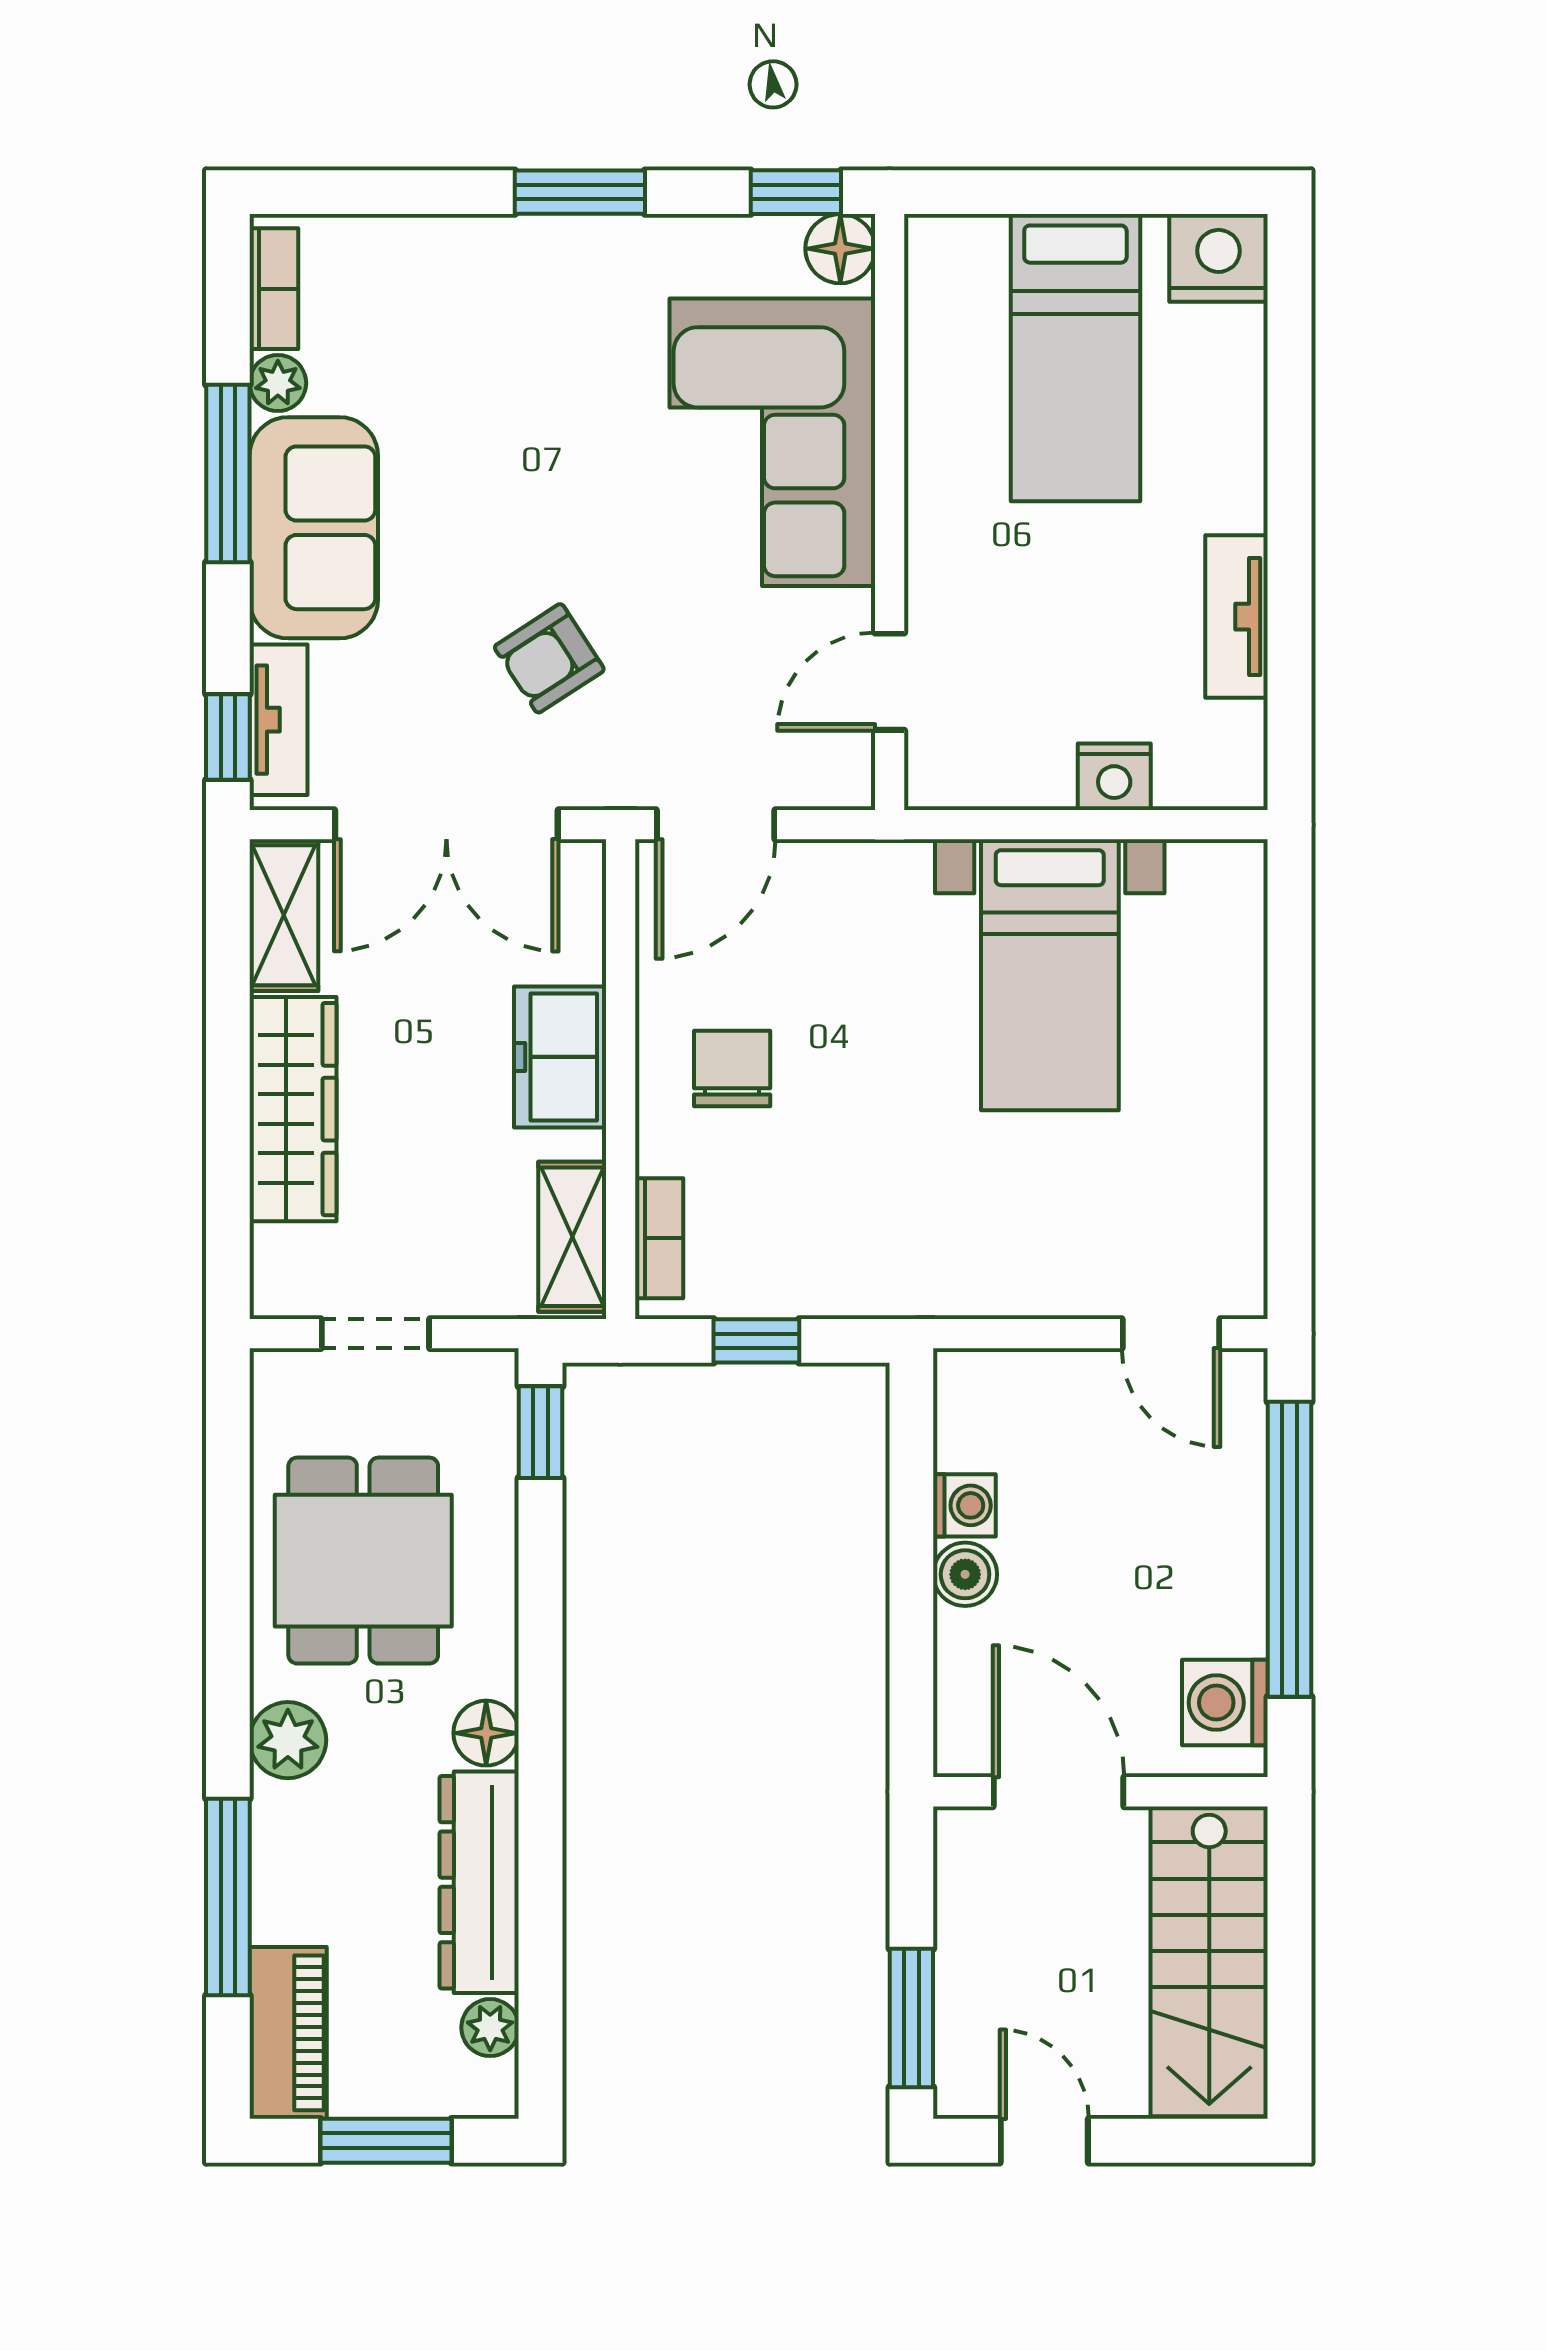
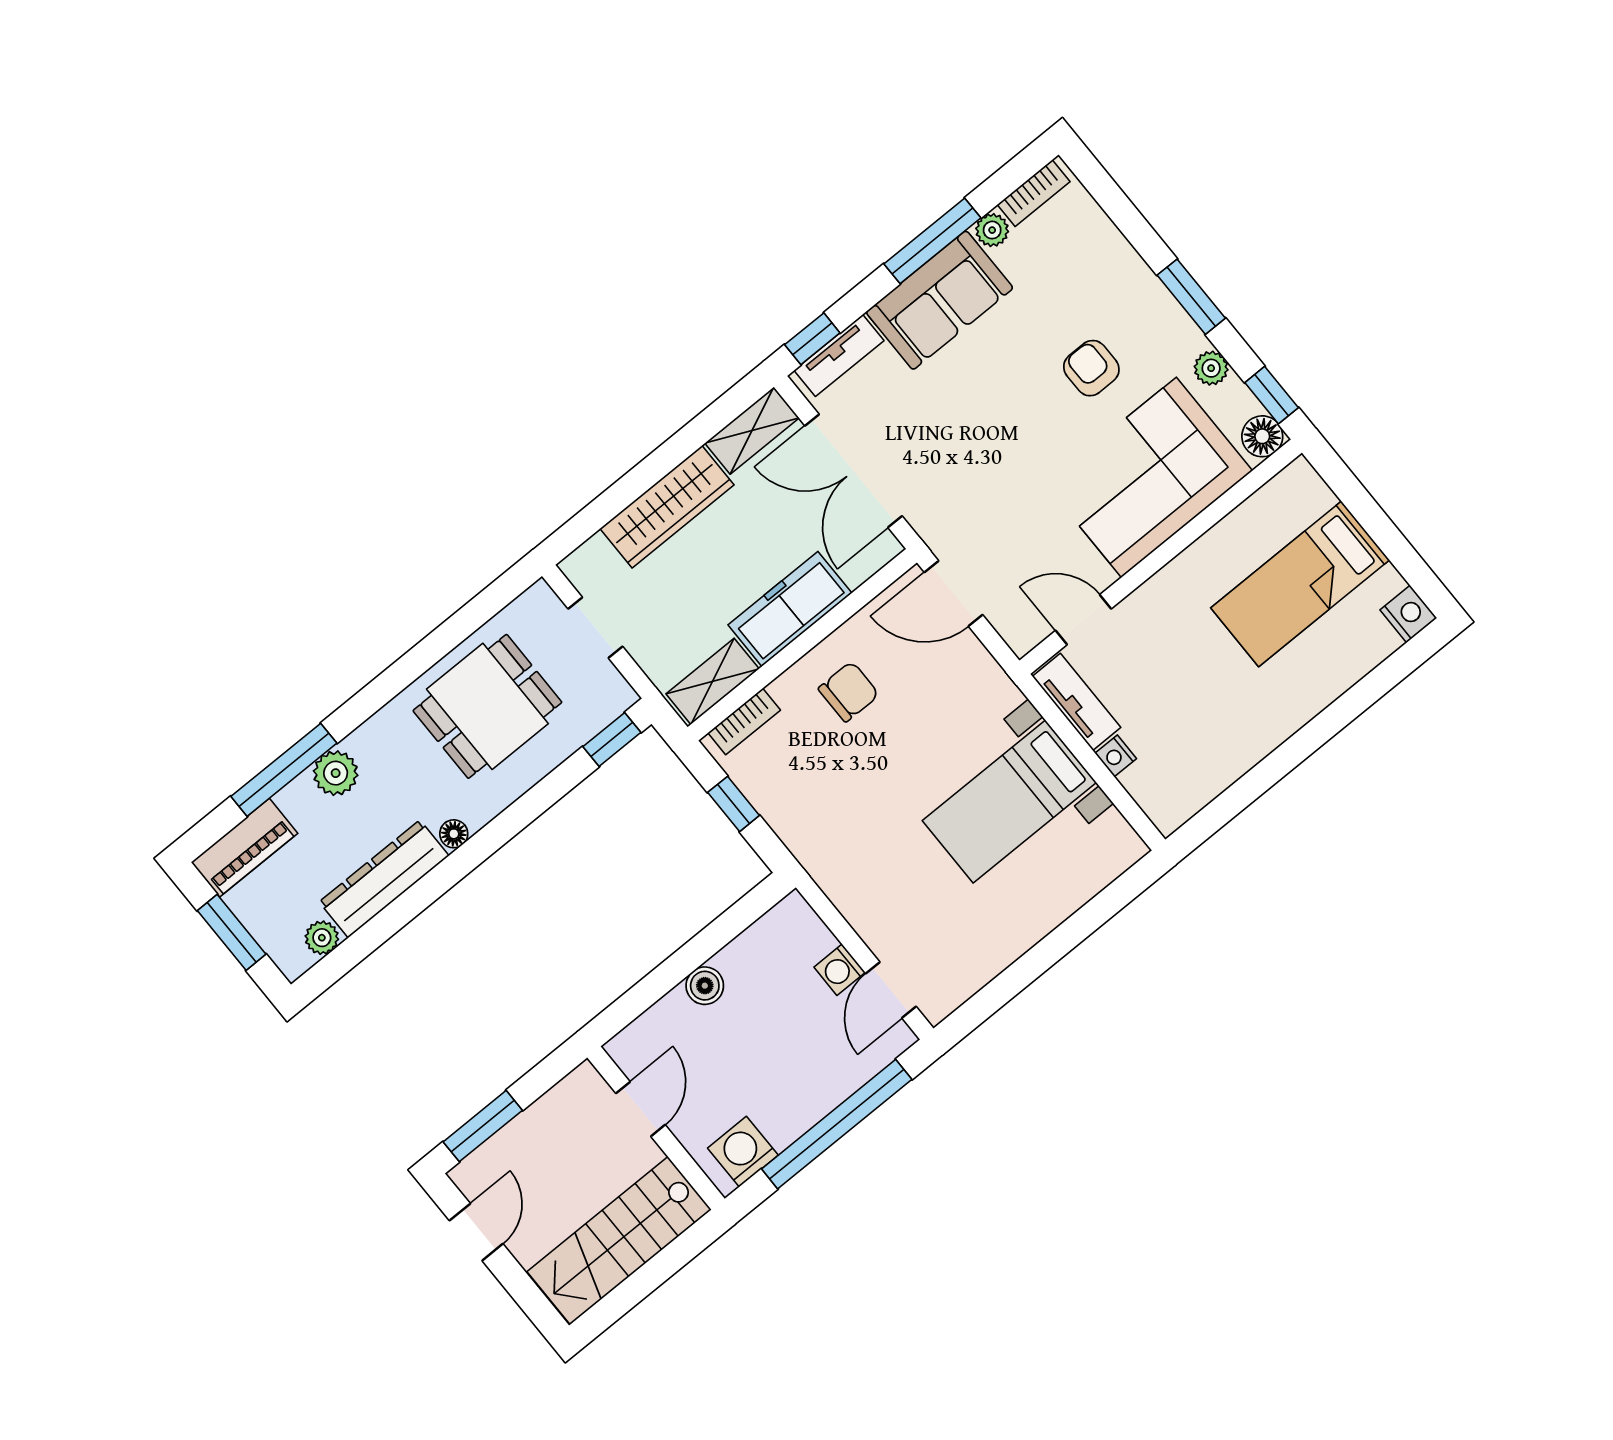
plant: (695, 243) -> (1211, 368), added
nightstand: (1219, 258) -> (1408, 614), width x0.74, depth x0.75
tv unit: (1237, 617) -> (1077, 702), moved, turned 90
armchair: (549, 658) -> (1091, 368), moved, turned 33
nightstand: (1114, 777) -> (1116, 756), width x0.72, depth x0.74
freezer: (560, 1057) -> (790, 609), width x1.40
washing machine: (964, 1505) -> (840, 970), moved, turned 90
floor lamp: (486, 1733) -> (454, 834), width x0.73, depth x0.73
plant: (288, 1740) -> (336, 773), moved
door: (1059, 1792) -> (640, 1109), width x0.73

